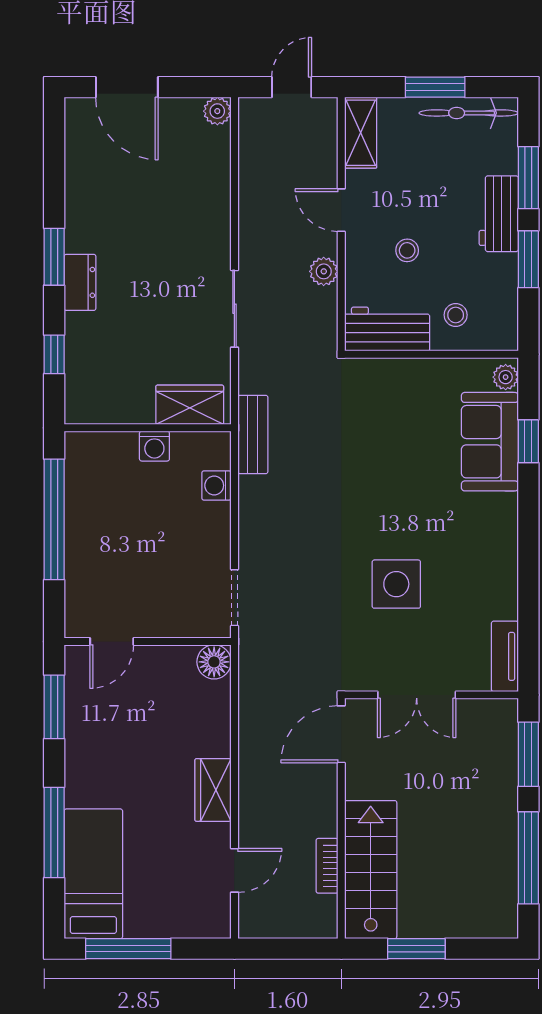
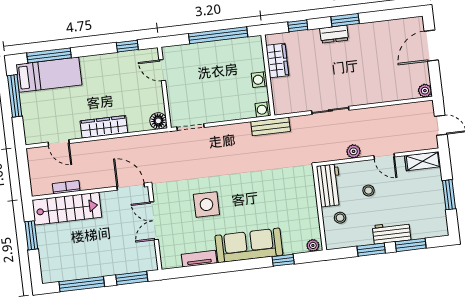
bicycle: (469, 113) -> (438, 212), removed
door: (341, 210) -> (384, 156), swing flipped
wardrobe: (190, 405) -> (277, 61), moved
sofa: (490, 442) -> (249, 245), moved, width x1.36
washing machine: (217, 485) -> (263, 110), moved, turned -90
tv unit: (505, 656) -> (199, 259), moved
window: (54, 707) -> (127, 46), width x0.67
wardrobe: (213, 790) -> (104, 127), width x1.50
window: (54, 833) -> (49, 55), moved

